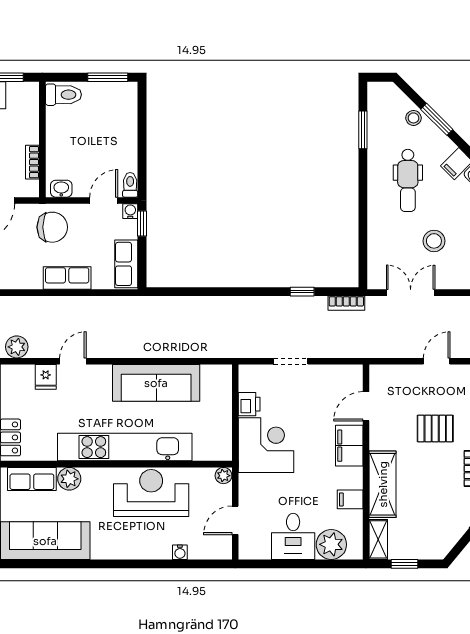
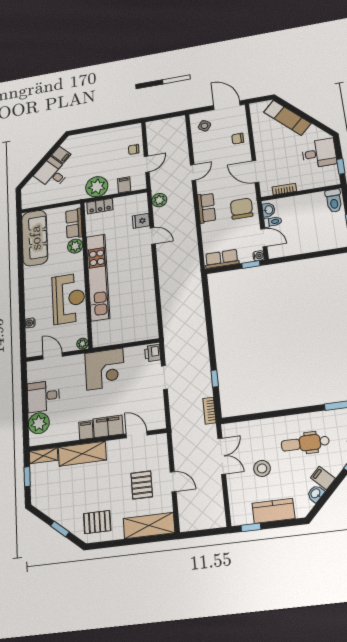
toilet: (130, 185) -> (273, 222), moved
chair: (52, 227) -> (242, 208), turned 180
row of seats: (67, 278) -> (207, 208), moved
sofa: (156, 383) -> (142, 290), removed
printer: (249, 404) -> (153, 353), moved, turned 90
pallet: (435, 428) -> (142, 485), moved
filing cabinet: (350, 499) -> (86, 430), moved

